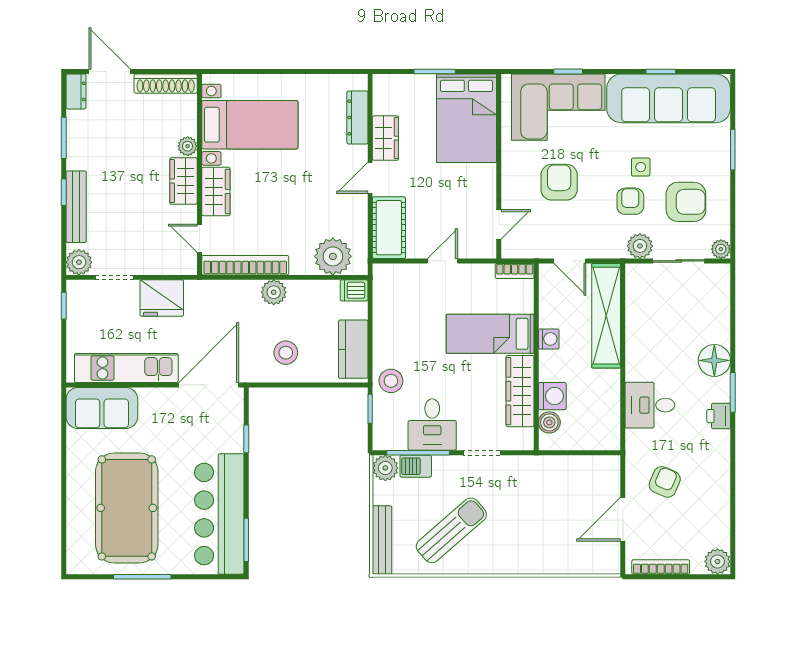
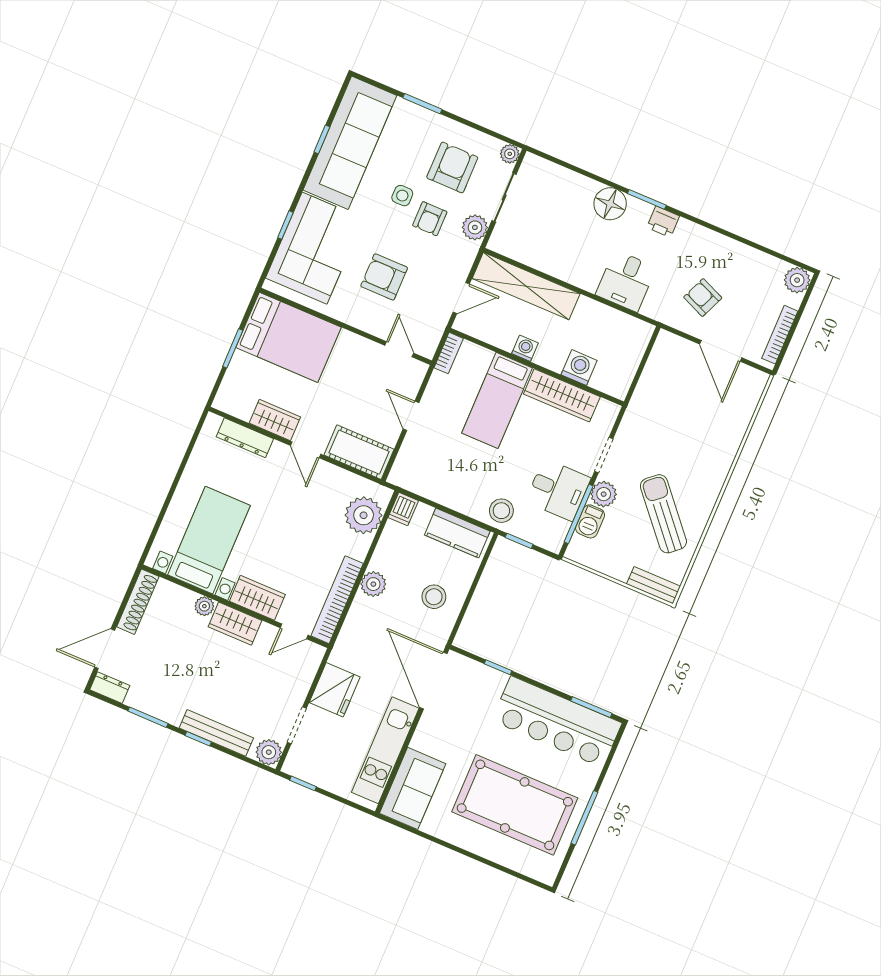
armchair: (630, 201) -> (430, 219), turned -90
boiler: (549, 422) -> (602, 381), removed
plant: (385, 468) -> (604, 494), moved
bench: (382, 540) -> (654, 585), width x0.73

